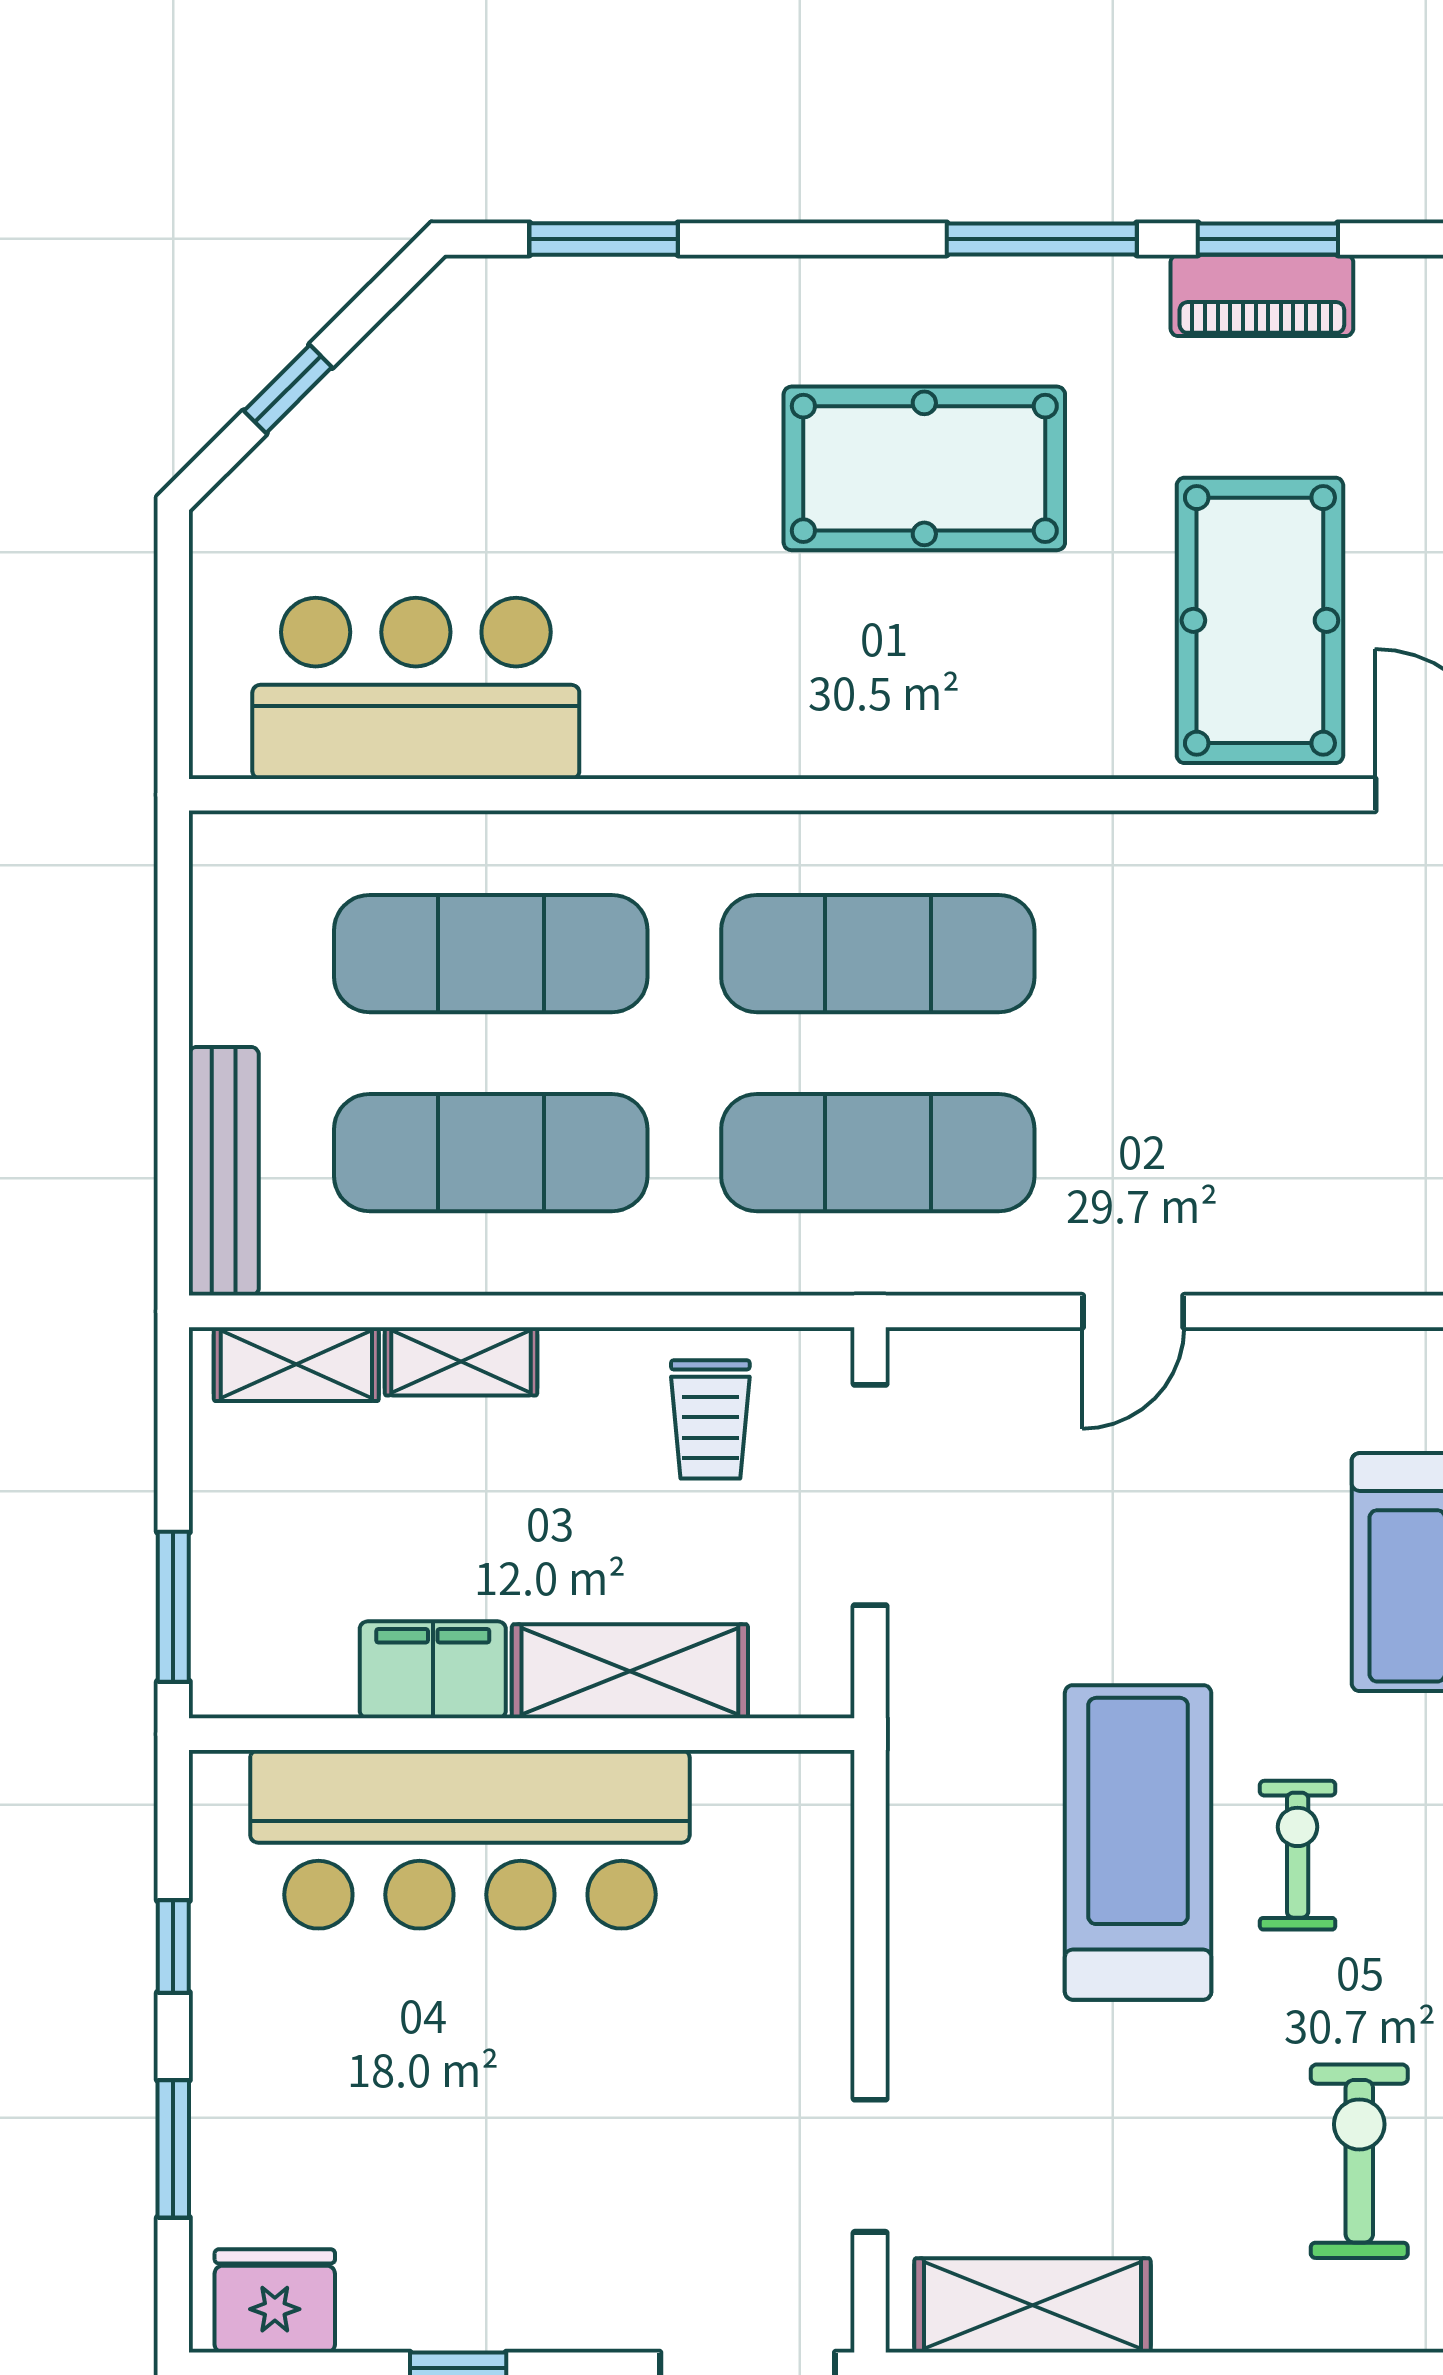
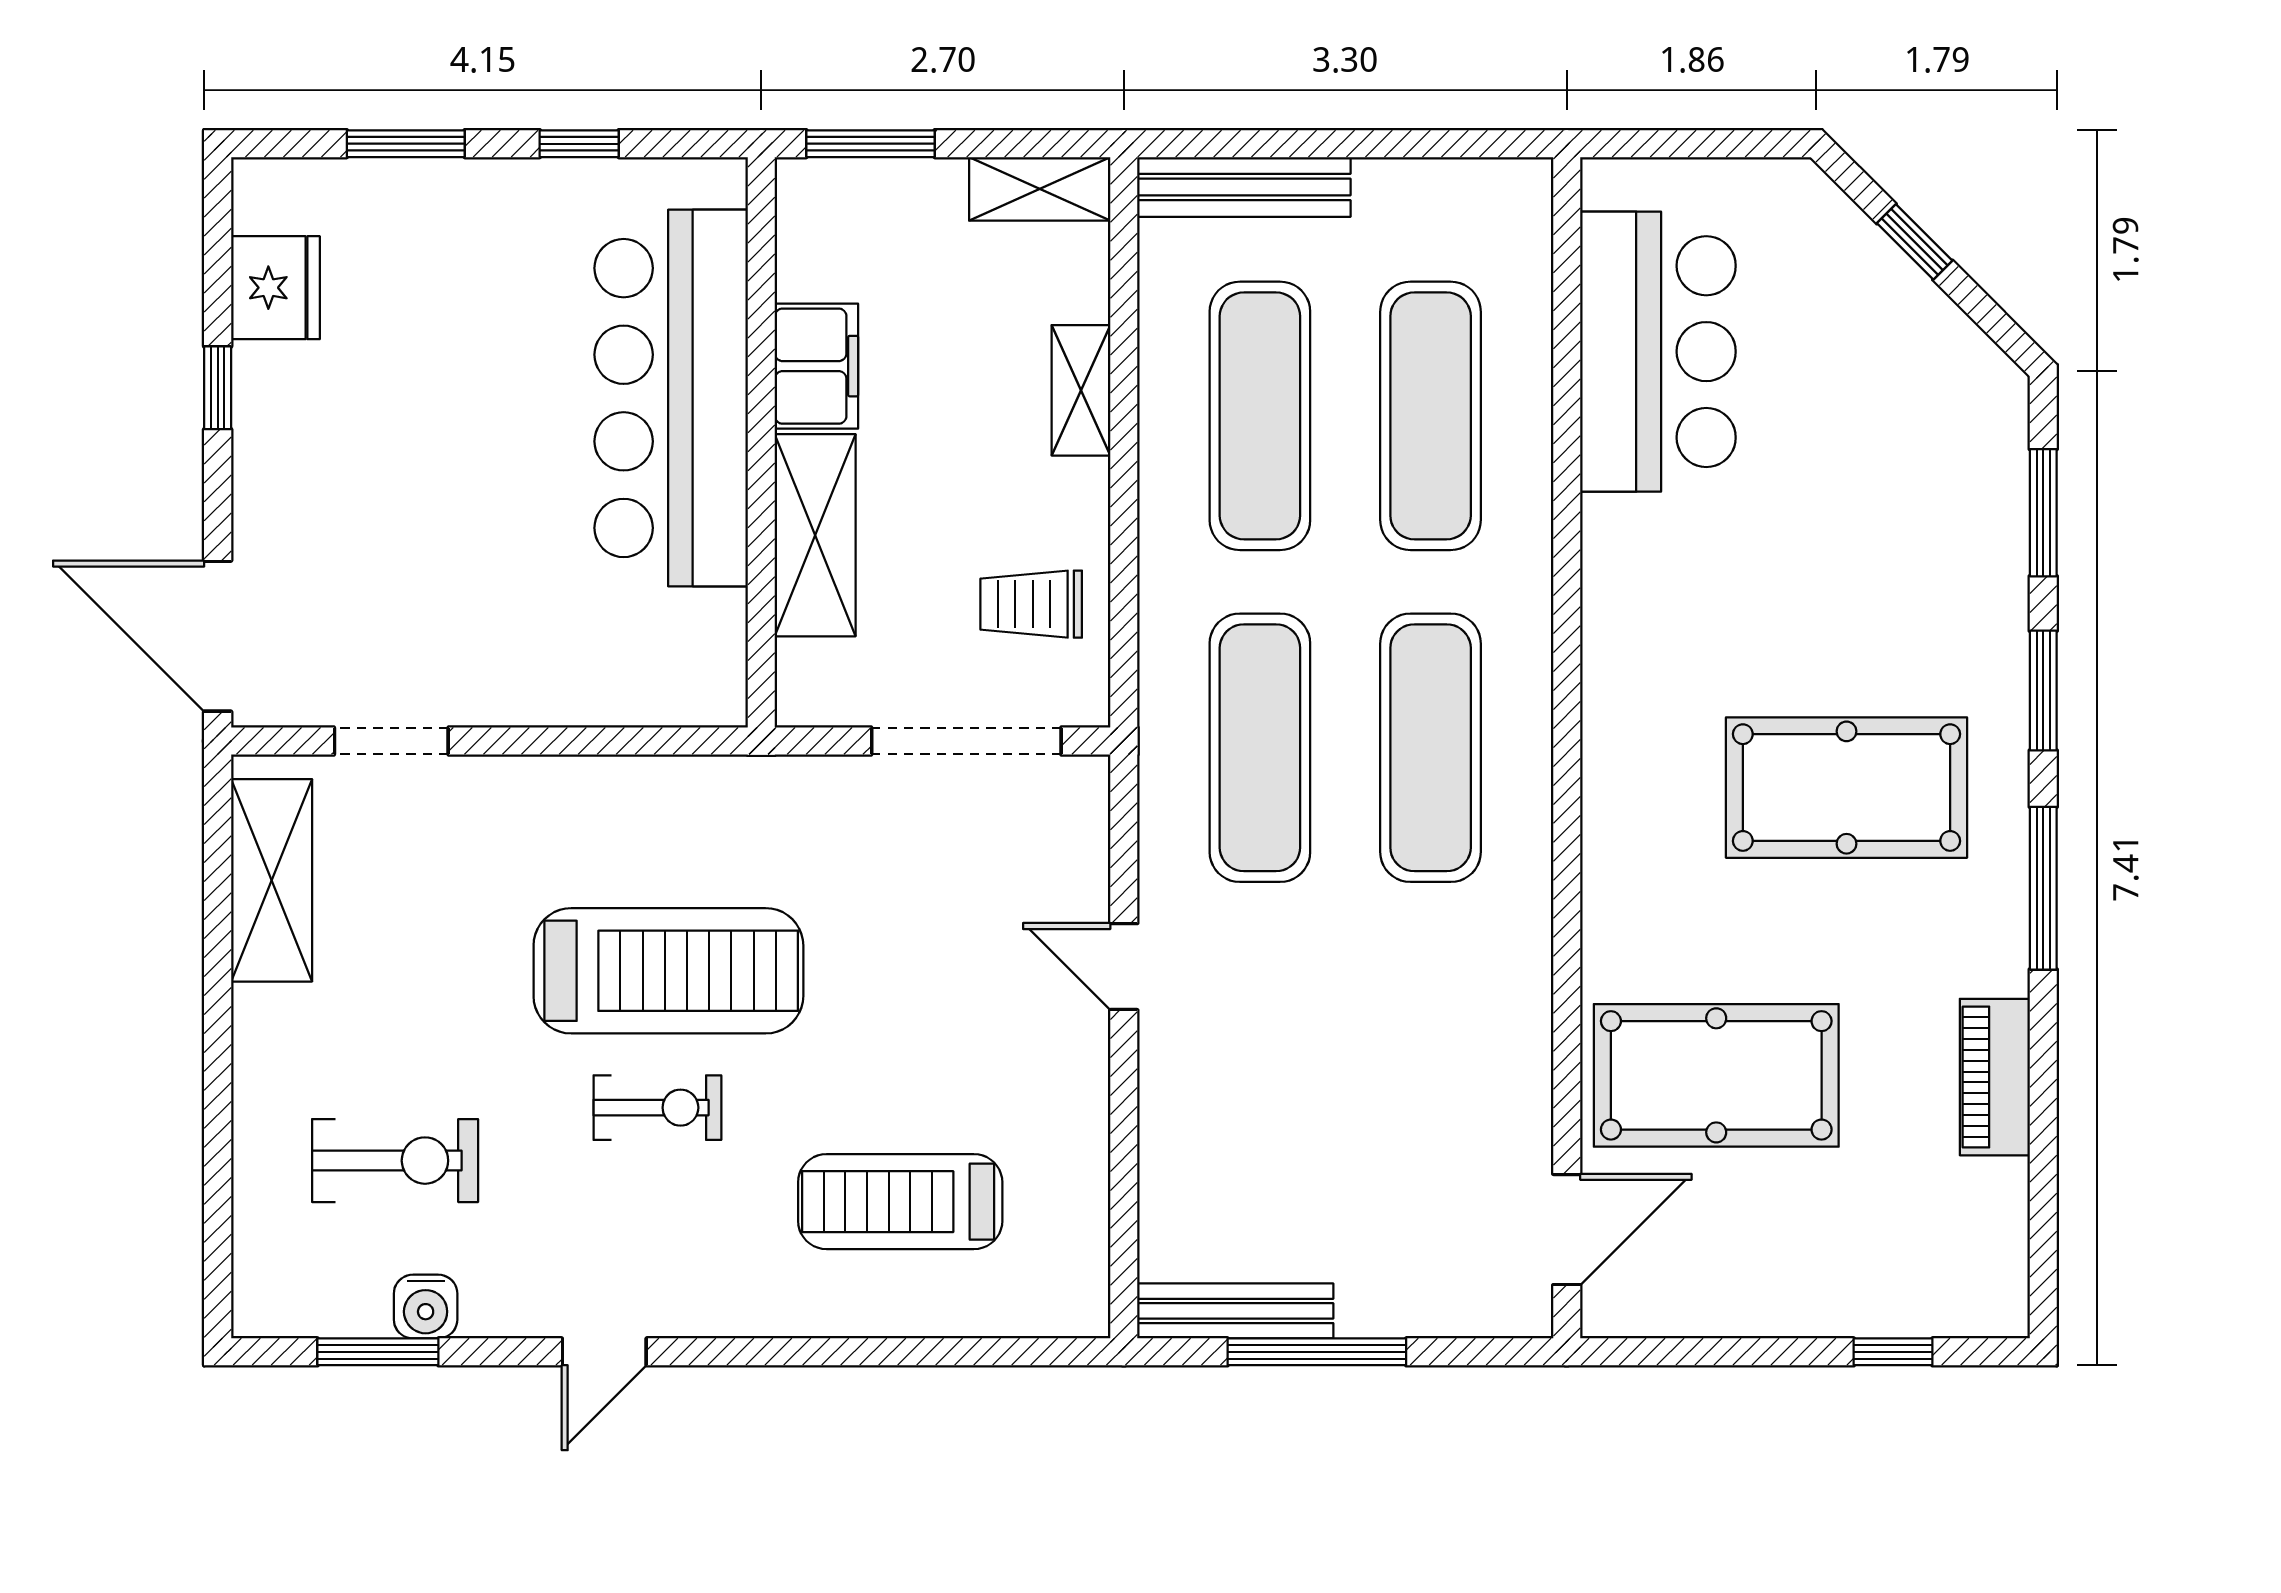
window: (1268, 239) -> (2043, 691), moved
pool table: (924, 468) -> (1847, 788), turned 90
shelving: (296, 1364) -> (1040, 189), moved, turned 90
fridge: (275, 2301) -> (275, 288), moved

